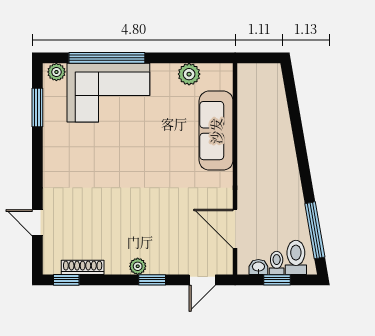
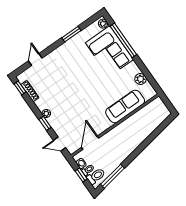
window: (37, 108) -> (71, 34), moved

